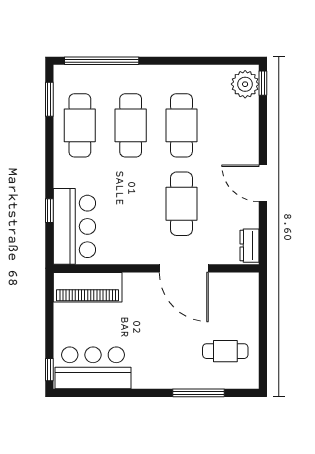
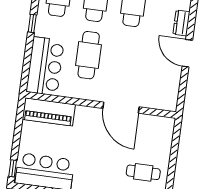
cafe table: (181, 204) -> (89, 55), moved
window: (49, 211) -> (32, 23), moved
dresser: (249, 246) -> (181, 23), moved

